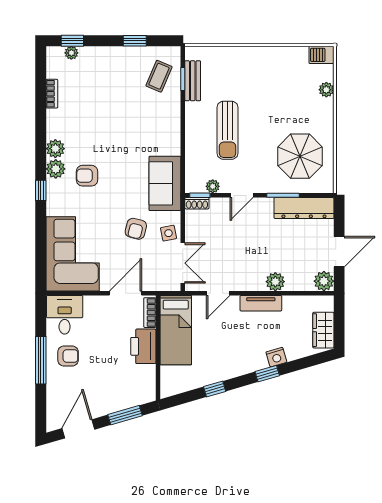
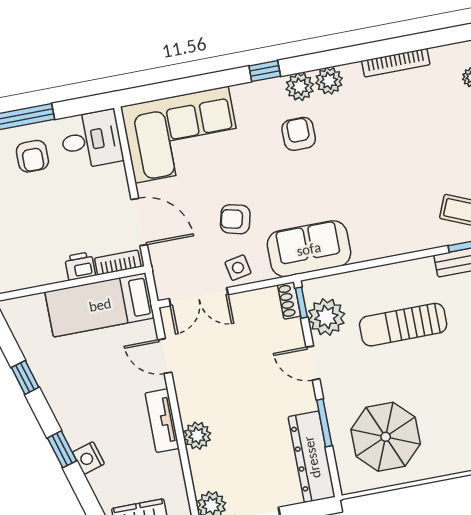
bookcase: (52, 94) -> (396, 63), width x1.56
plant: (213, 186) -> (326, 317), width x1.87, depth x1.87
printer: (143, 346) -> (80, 266), width x0.53, depth x0.68

